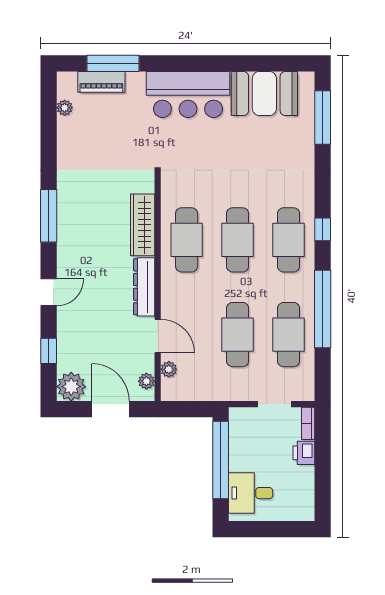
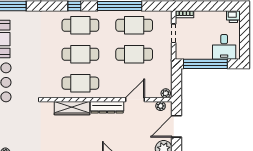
plant: (169, 369) -> (166, 93), moved
printer: (304, 453) -> (233, 17), moved

